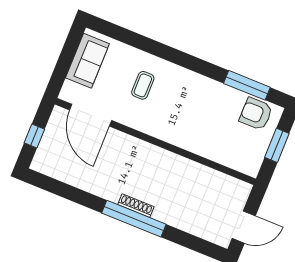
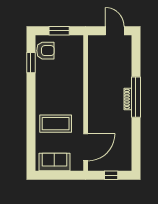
coffee table: (143, 85) -> (56, 124), width x1.86, depth x1.72
window: (247, 85) -> (31, 63), width x0.69
armchair: (256, 114) -> (45, 51), turned -90

